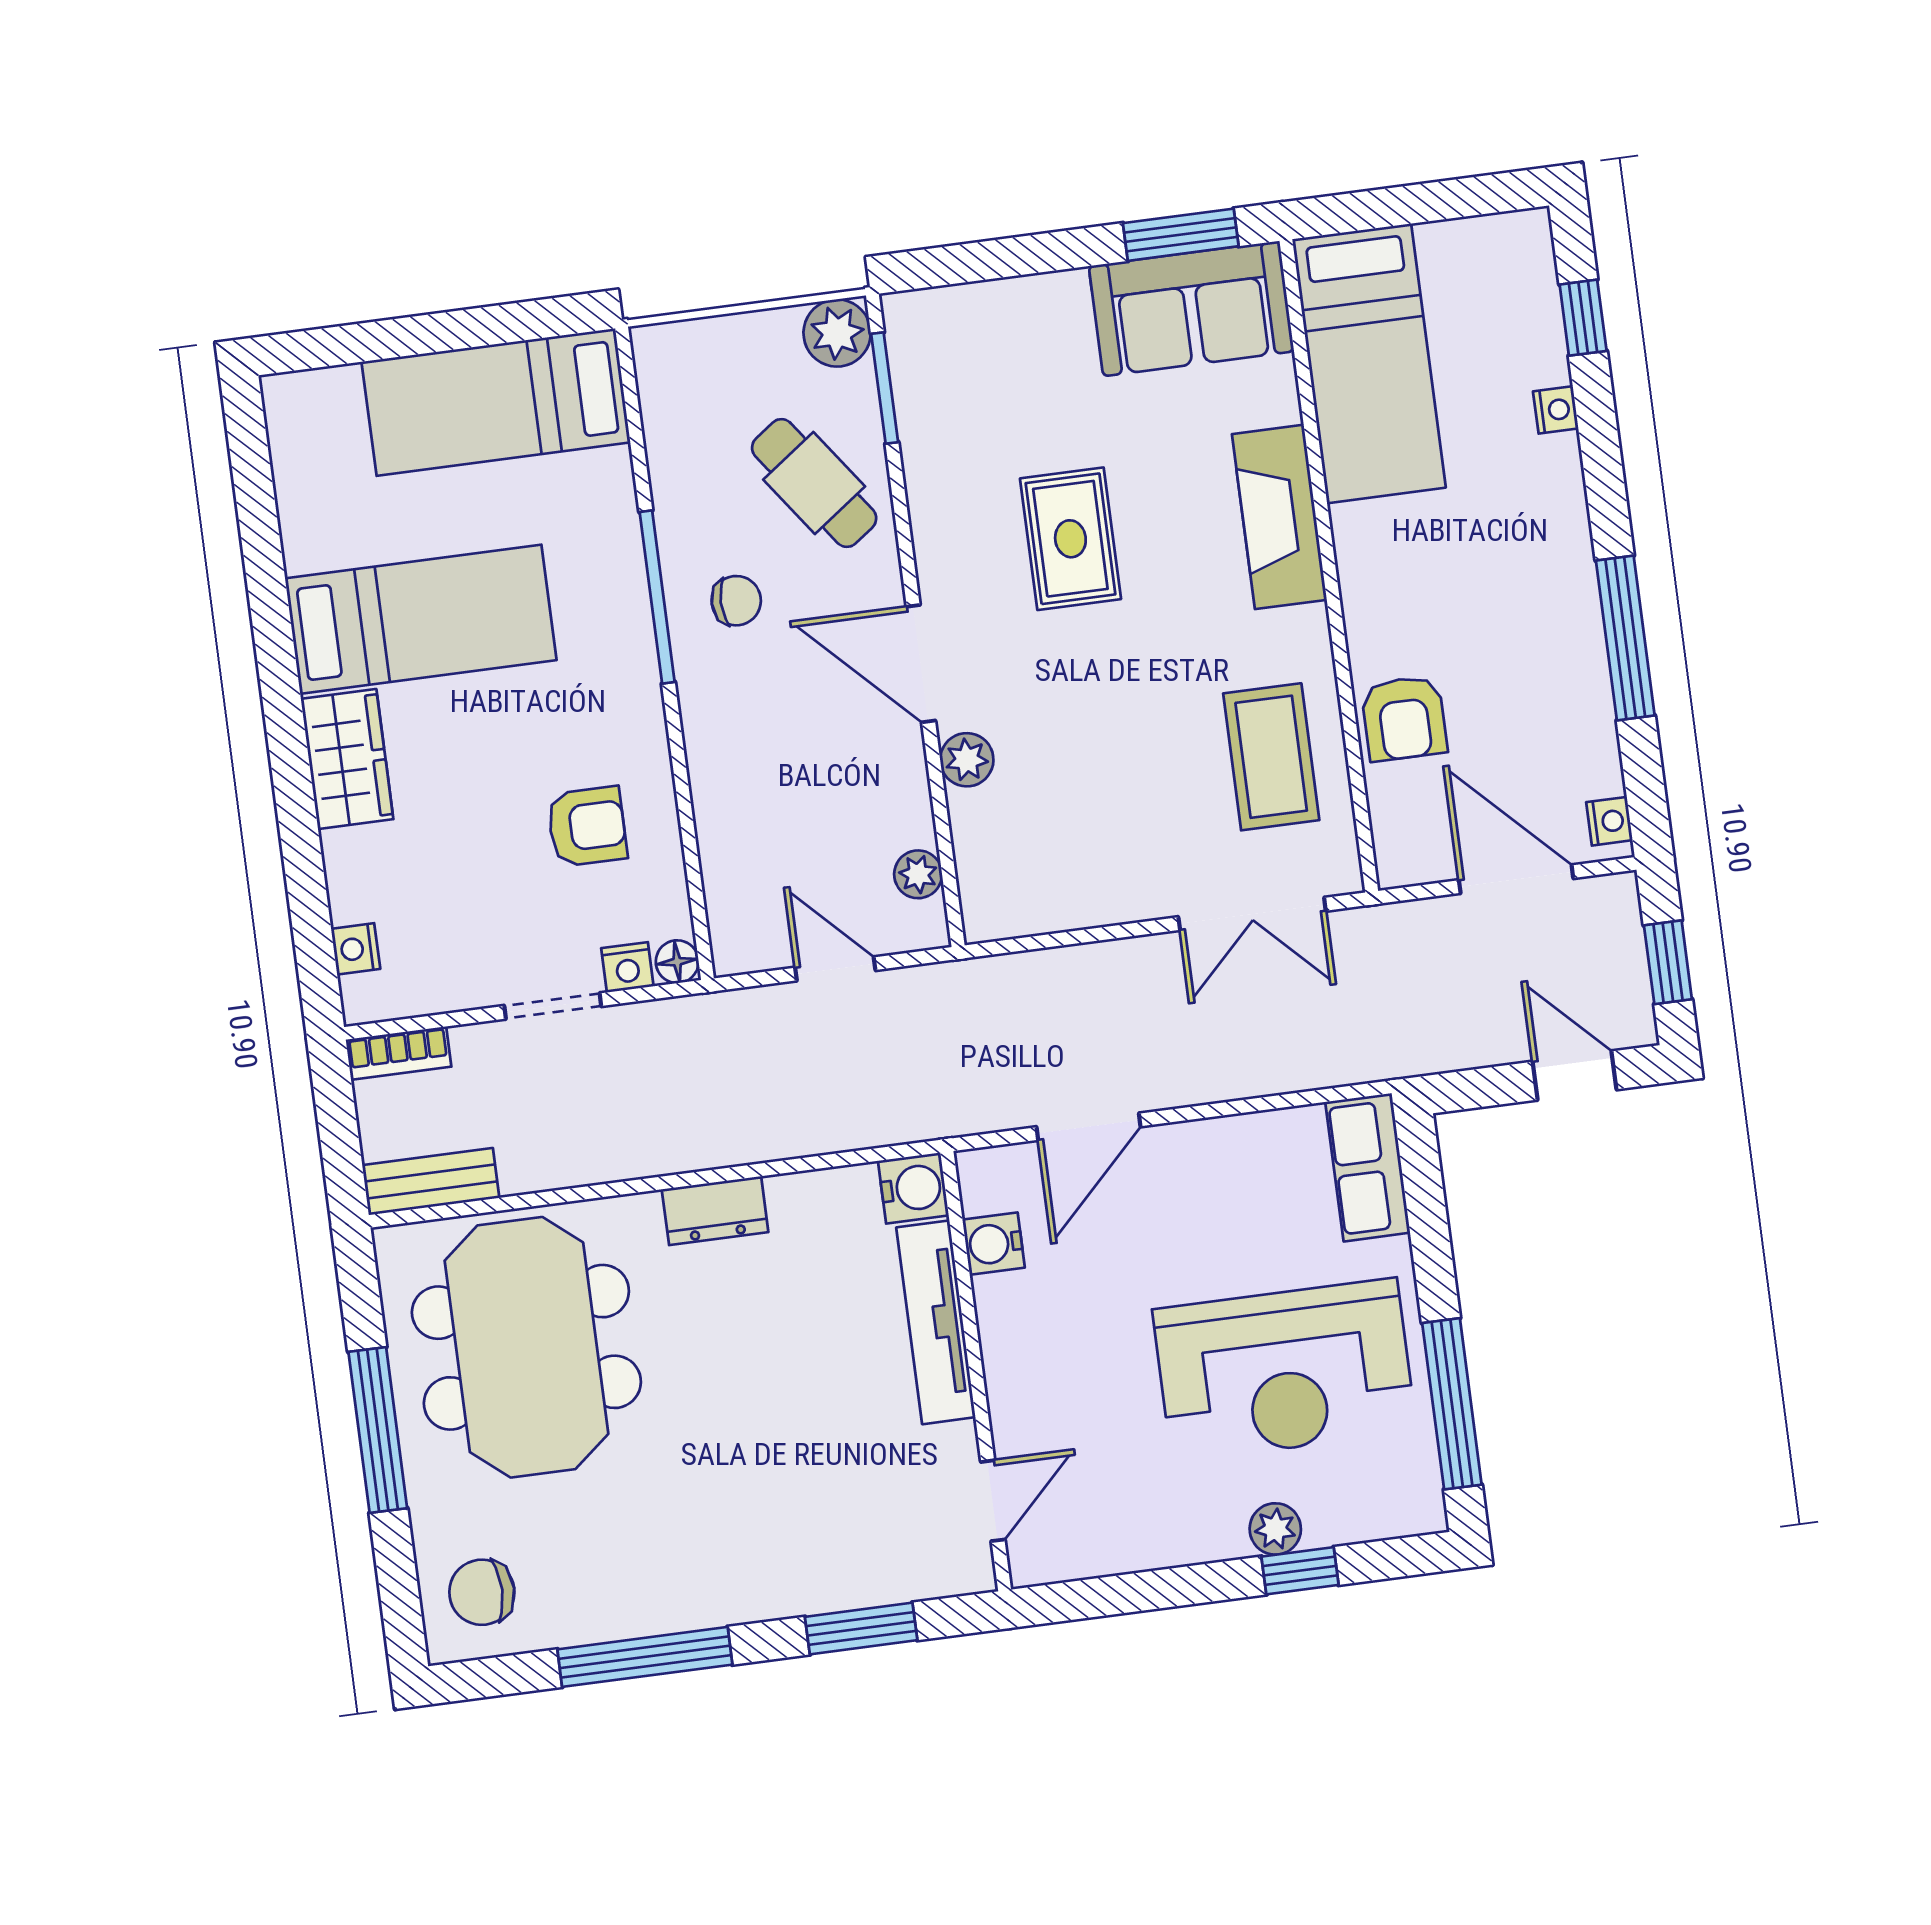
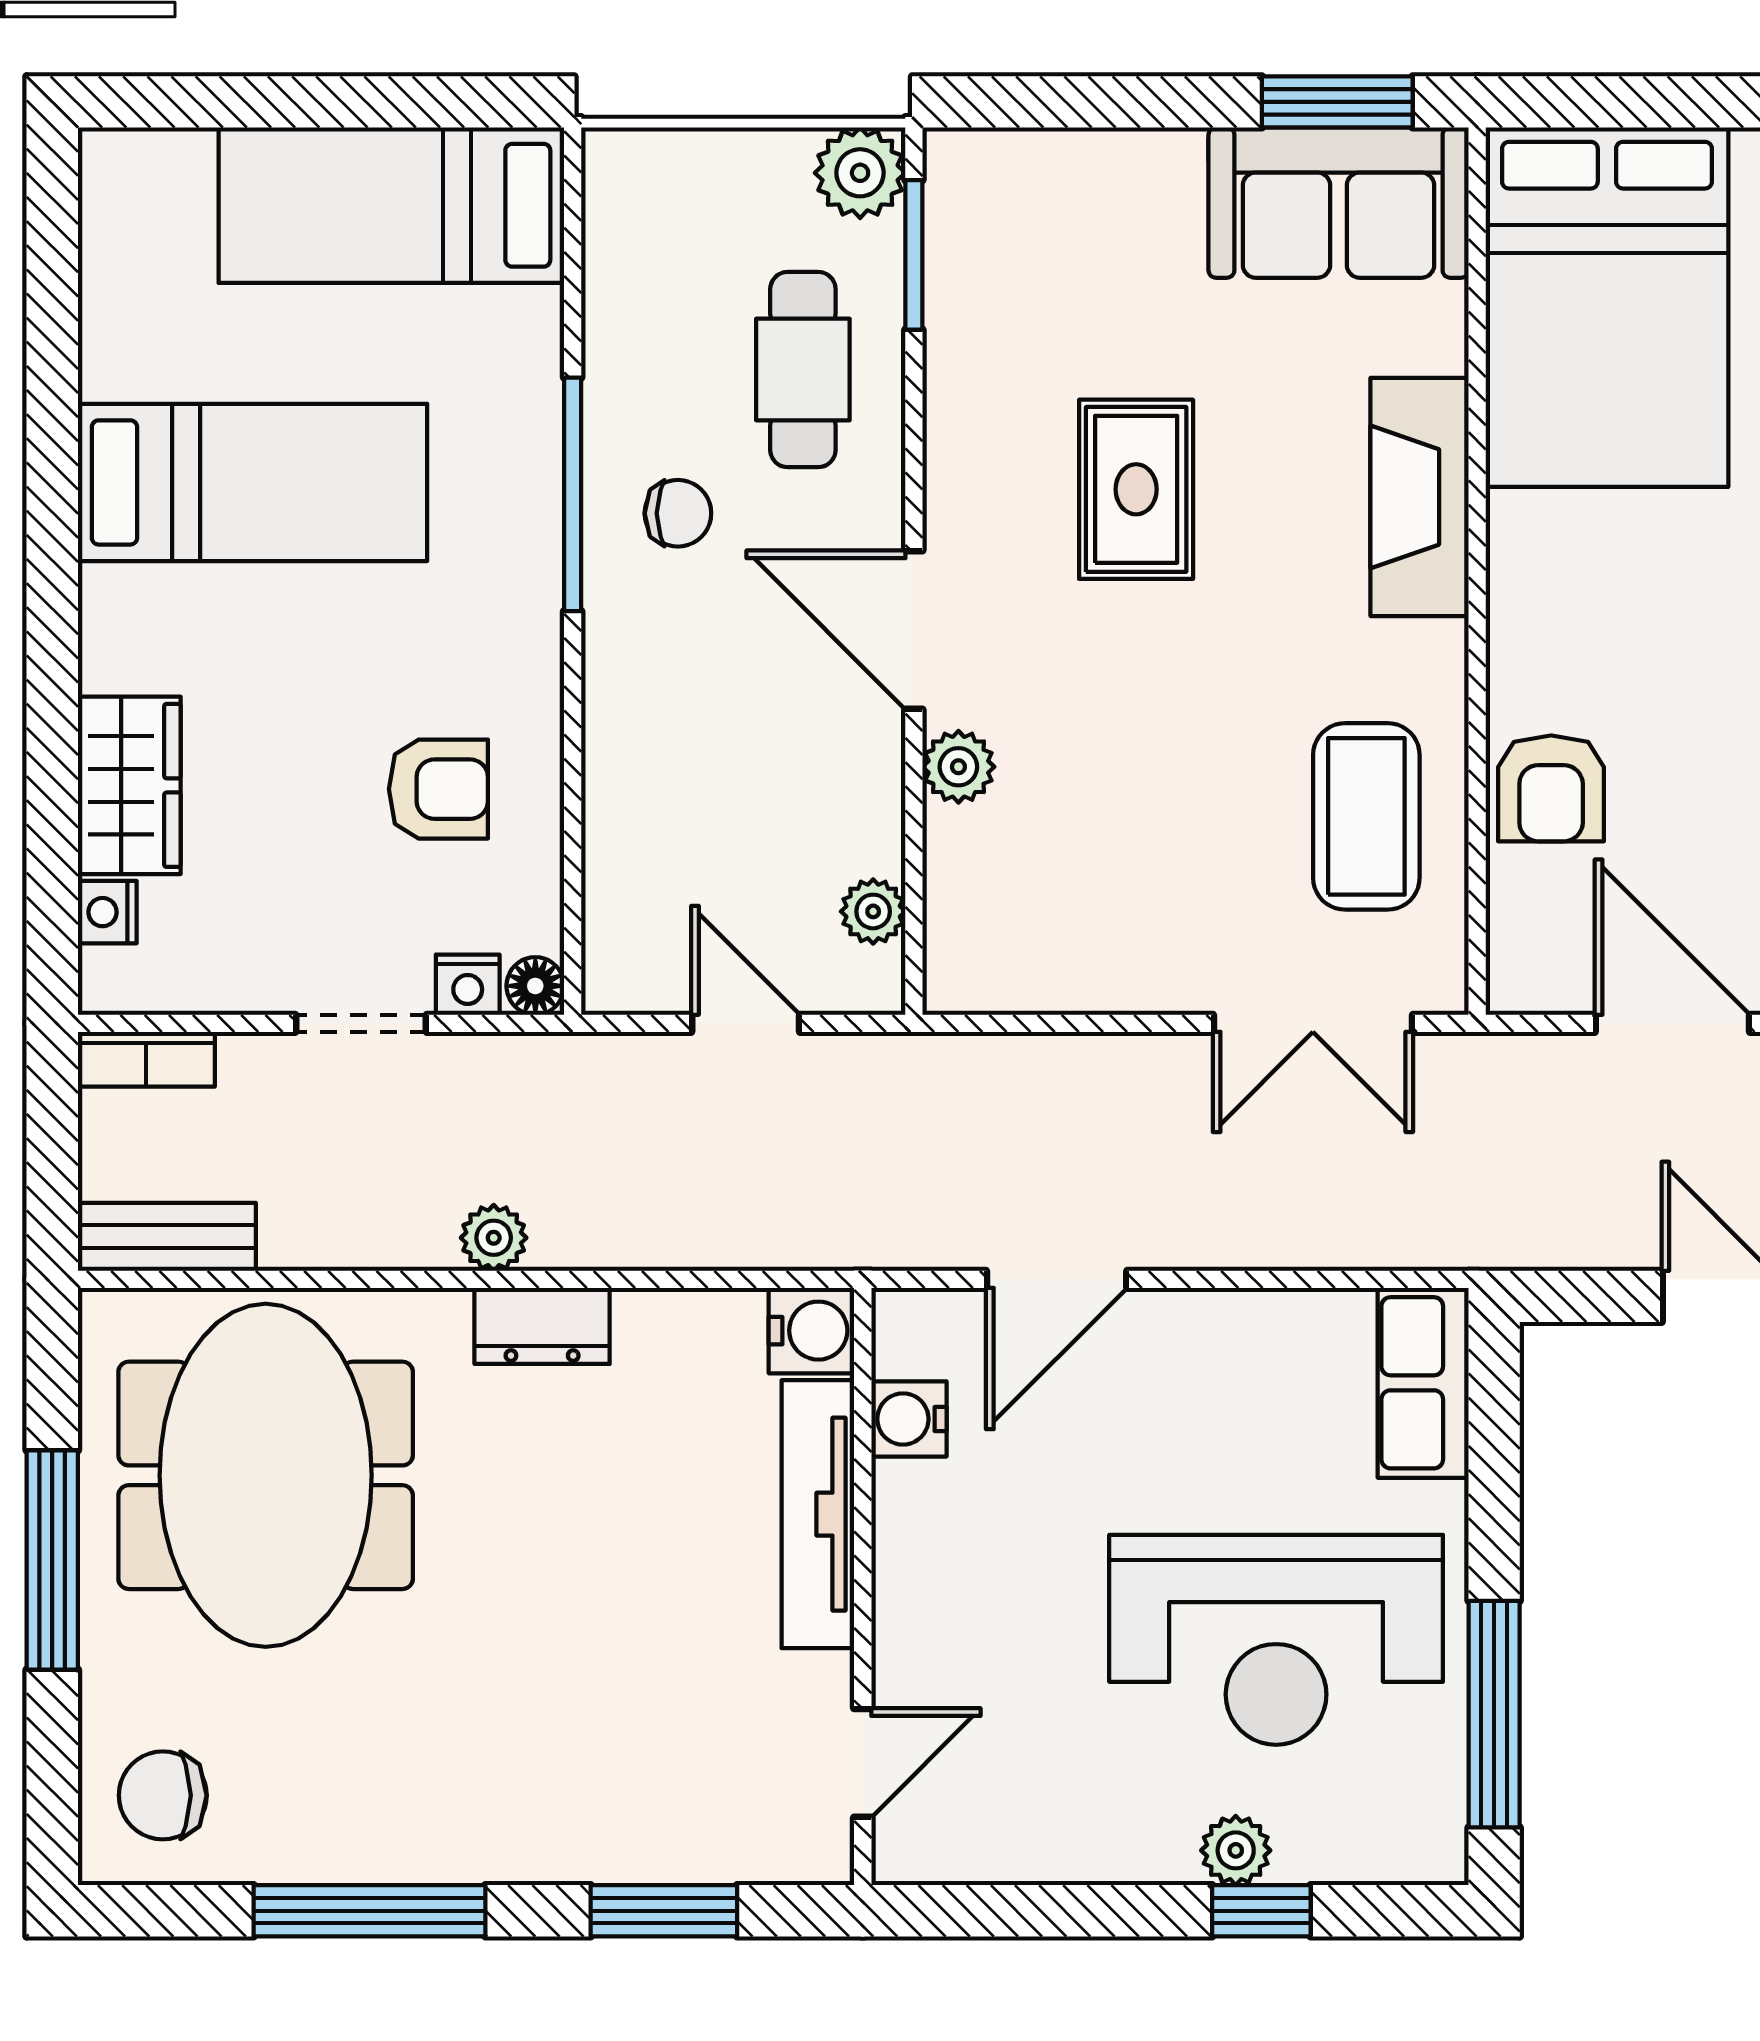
bed: (1369, 363) -> (1607, 307), width x1.50
cafe table: (814, 483) -> (803, 370), turned 36
wardrobe: (347, 759) -> (129, 785), moved
plant: (671, 1151) -> (494, 1238), added

